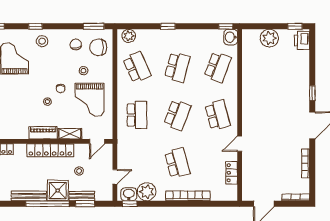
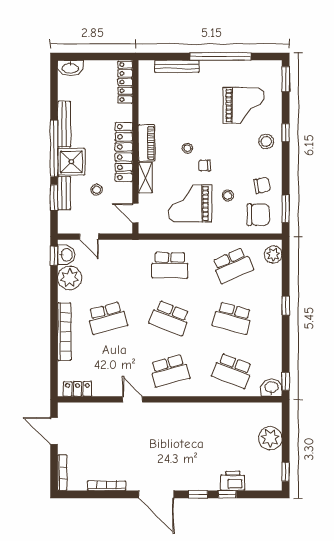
printer: (302, 40) -> (233, 481), moved
chair: (98, 47) -> (258, 215), turned 90
window: (312, 71) -> (227, 494), added
locker: (232, 173) -> (77, 389), moved

